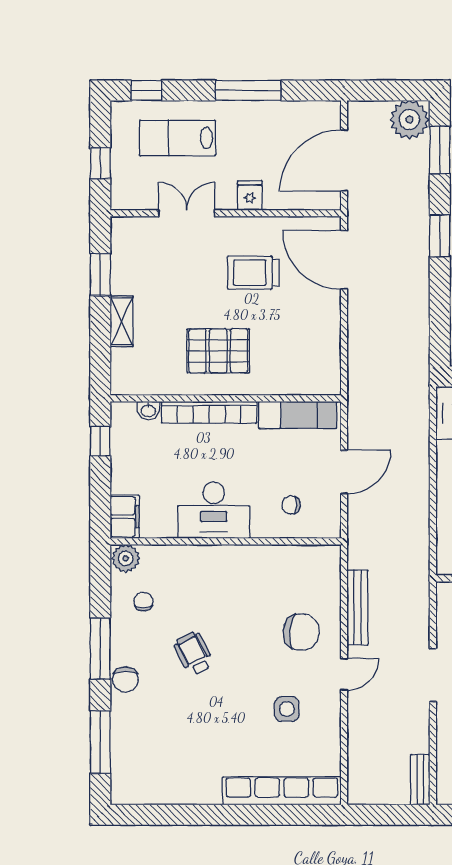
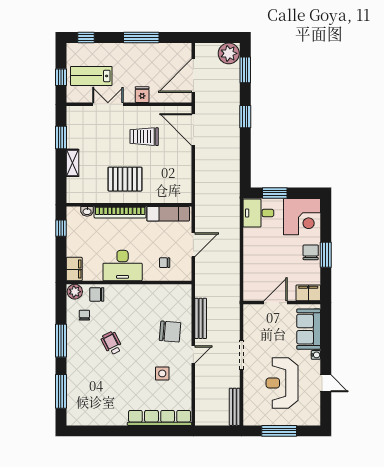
lab bench: (178, 138) -> (91, 76), moved
chair: (125, 679) -> (97, 294), moved, turned 90
bench: (420, 780) -> (235, 407), width x1.36

